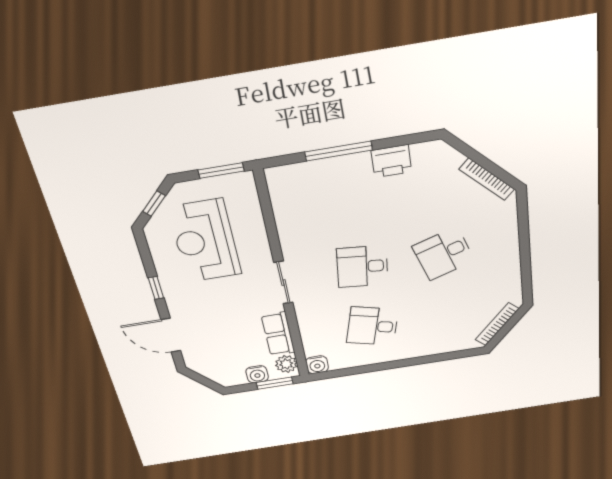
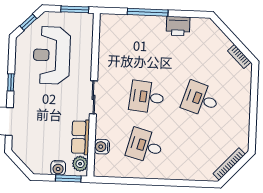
bookcase: (487, 179) -> (239, 56), width x0.64
desk: (443, 254) -> (201, 99), turned 36
water cooler: (317, 365) -> (102, 147), moved, turned 90

